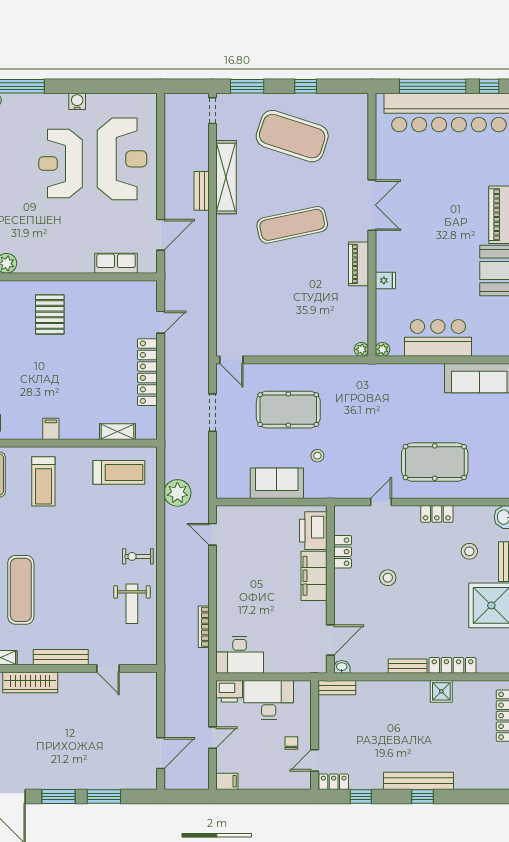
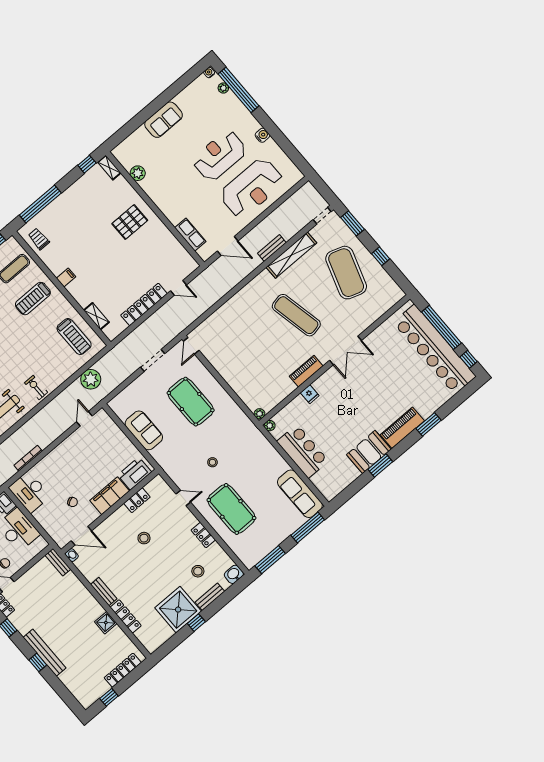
stool: (317, 456) -> (212, 462), moved
chair: (288, 619) -> (73, 502), added

